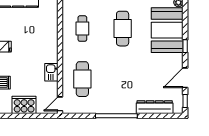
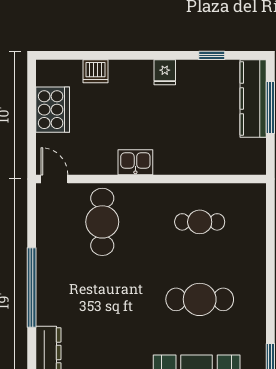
kitchen sink: (51, 72) -> (135, 162), moved
cafe table: (82, 79) -> (102, 222), turned 90

